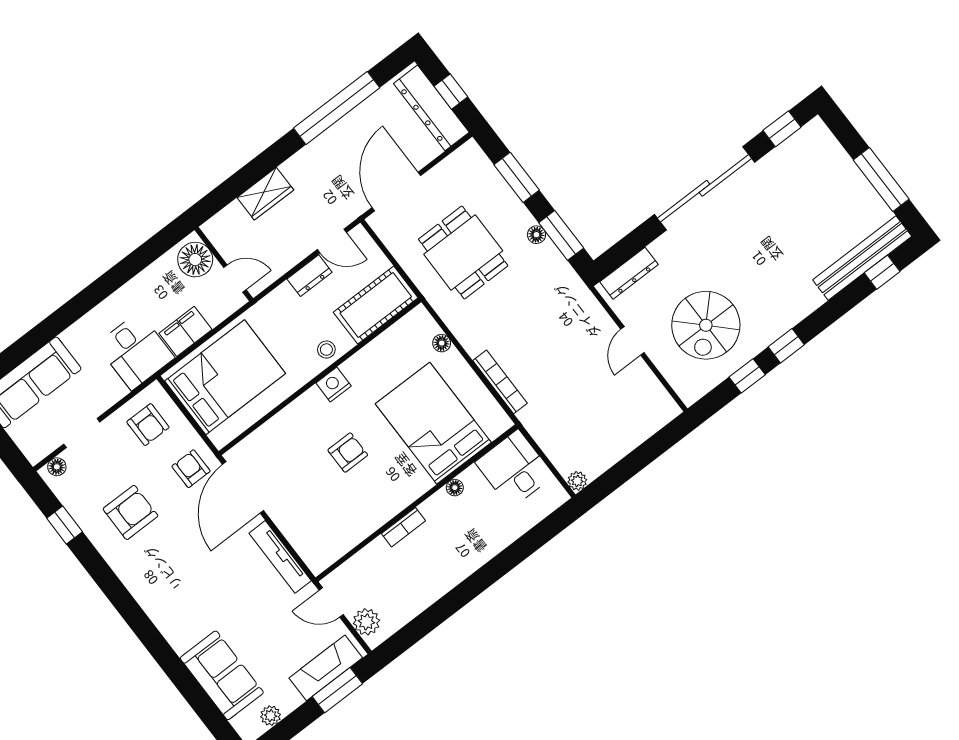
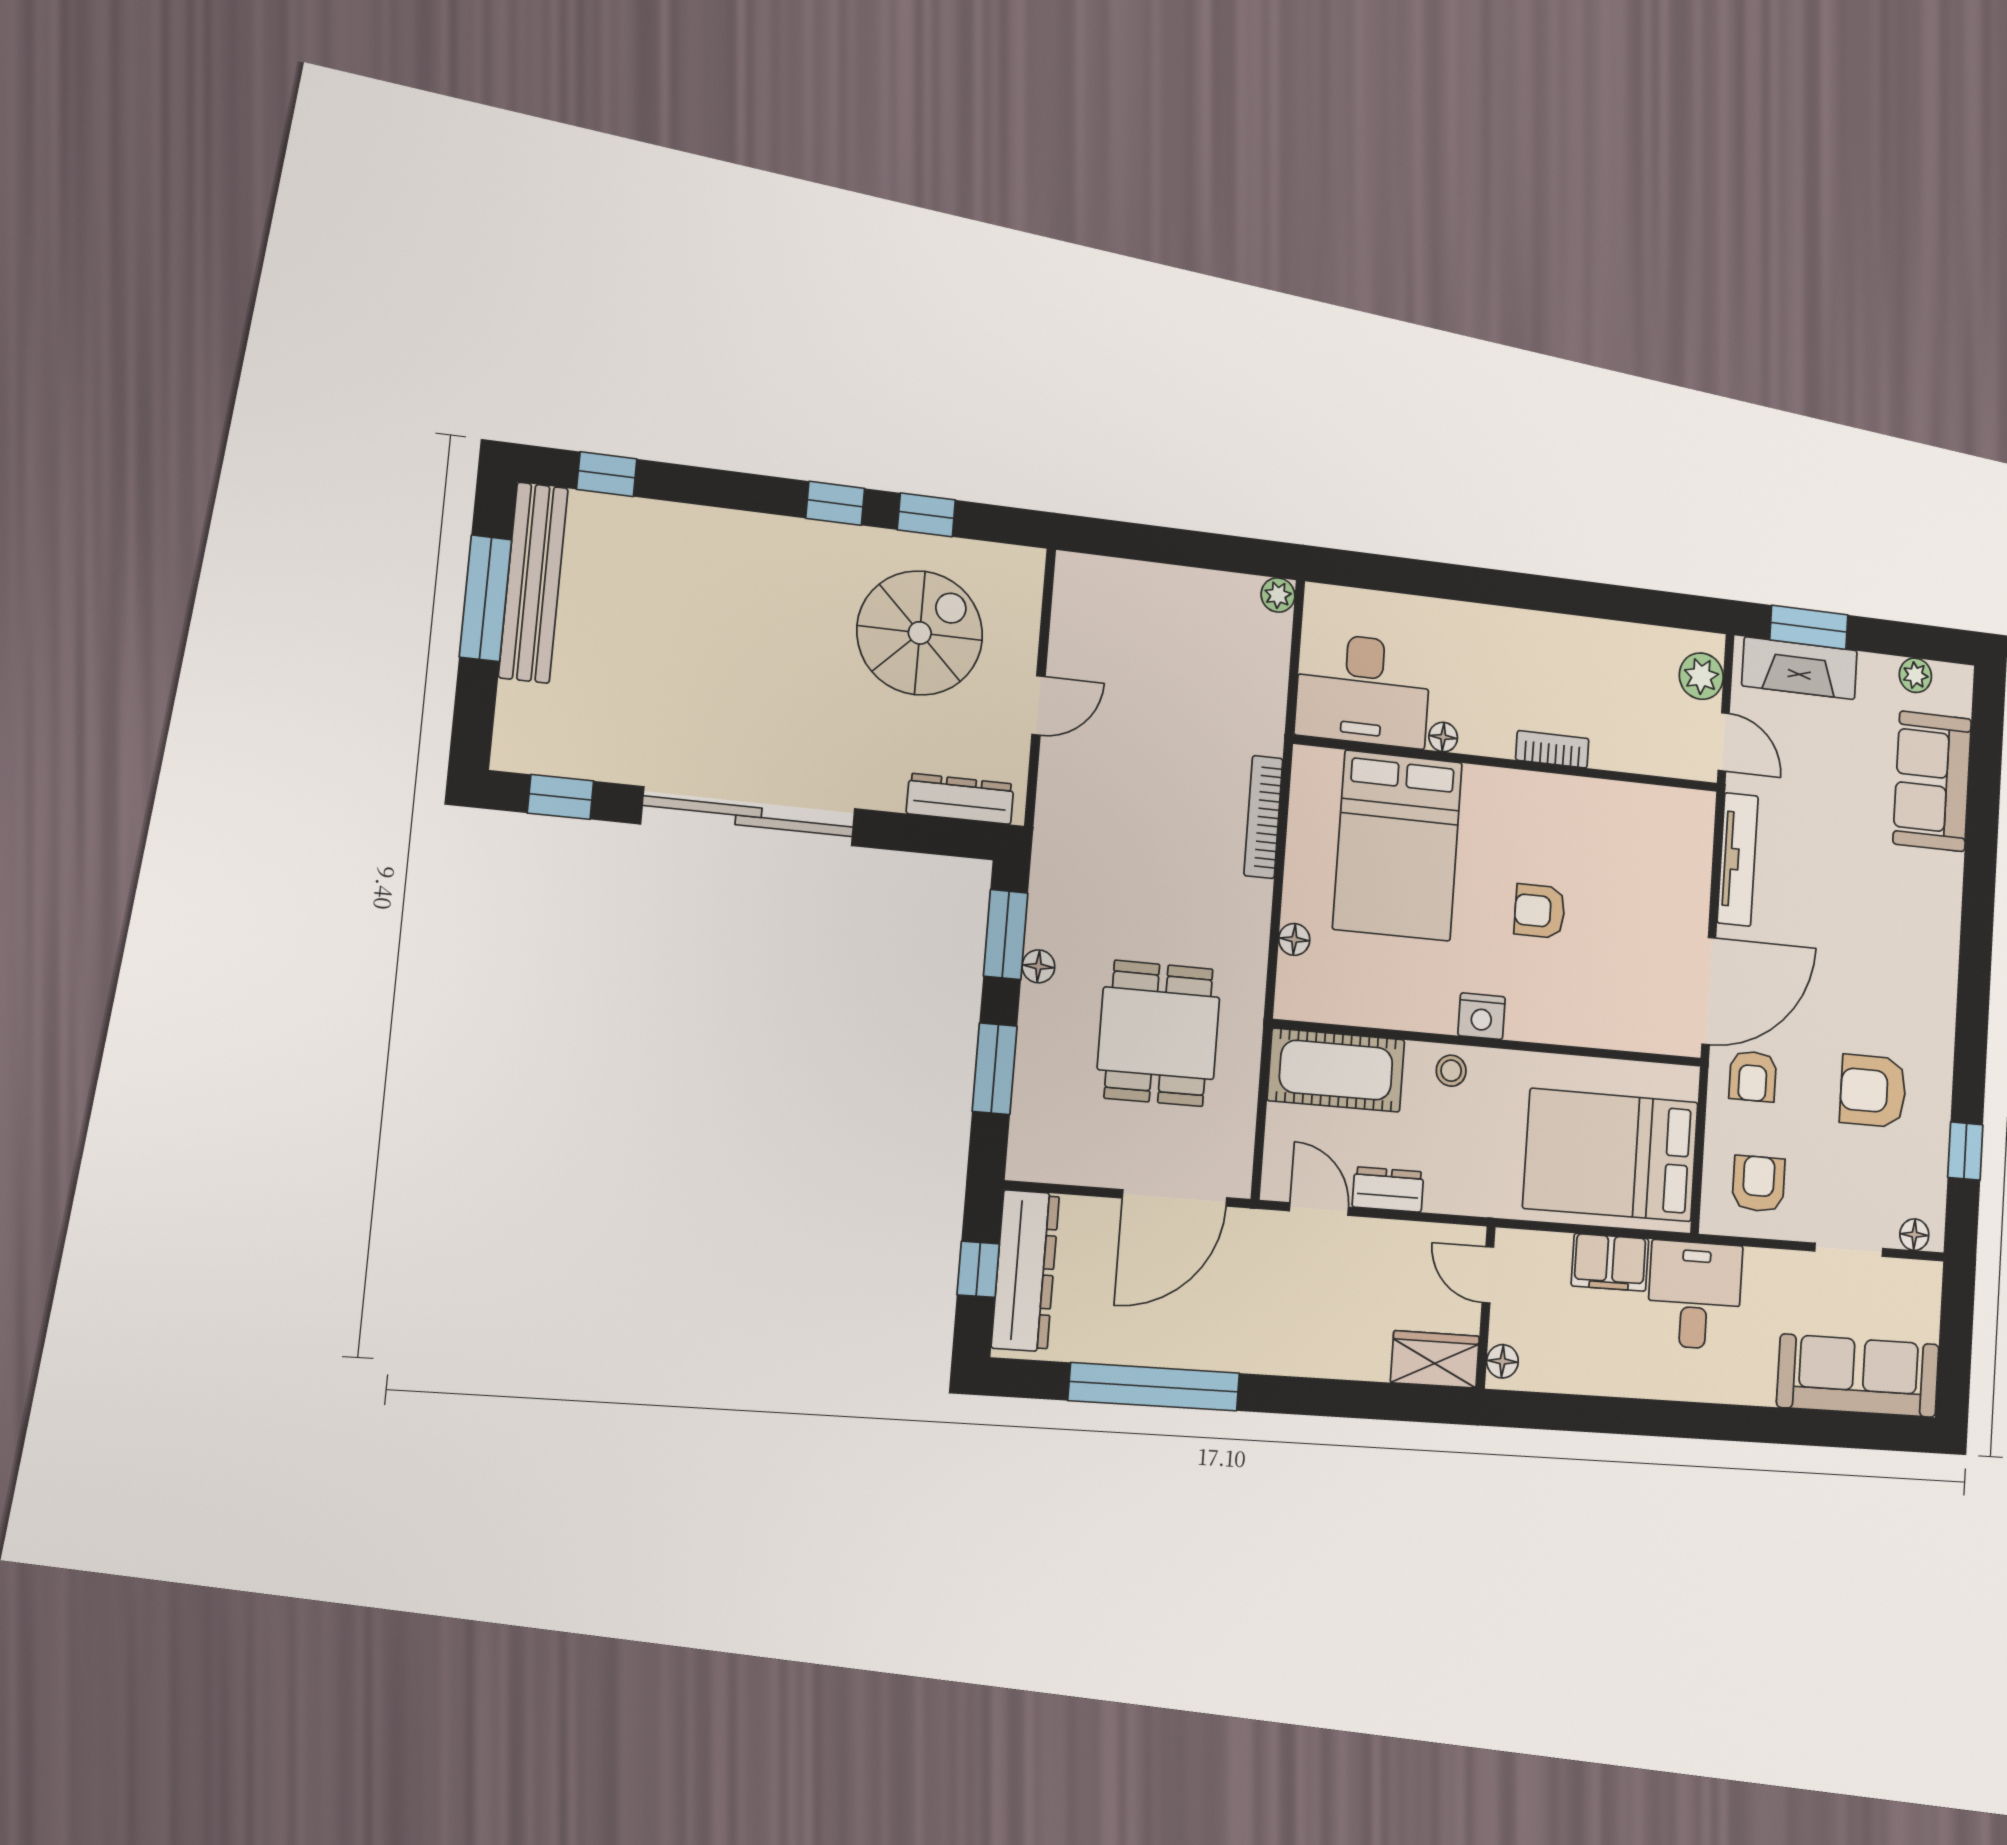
wardrobe: (265, 194) -> (1435, 1359), moved
bench: (862, 258) -> (533, 583), moved, turned 90
floor lamp: (195, 260) -> (1502, 1361), width x0.53, depth x0.53
desk: (514, 469) -> (1363, 690), width x1.37

